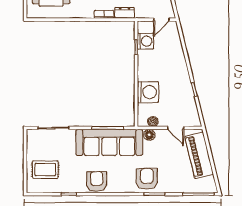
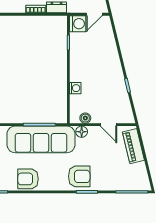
washing machine: (145, 41) -> (78, 24), moved
washing machine: (148, 92) -> (75, 88), width x0.53, depth x0.53
piano: (199, 155) -> (133, 146), width x0.73, depth x0.75
armchair: (147, 179) -> (79, 176), turned 90
armchair: (97, 181) -> (28, 179), turned -90

